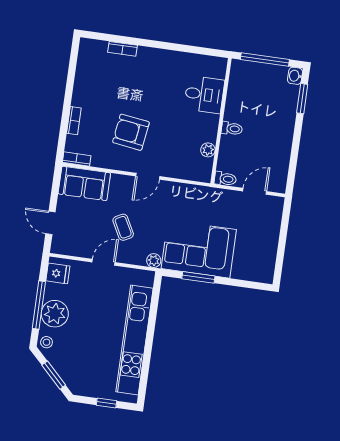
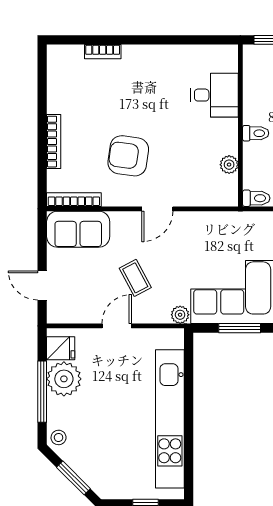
bookcase: (74, 121) -> (54, 142), width x1.56
bookcase: (77, 159) -> (74, 200), width x1.56
plant: (55, 314) -> (64, 379), moved

